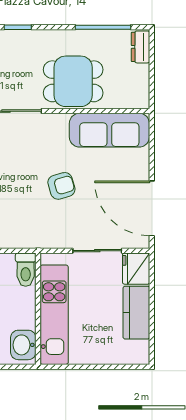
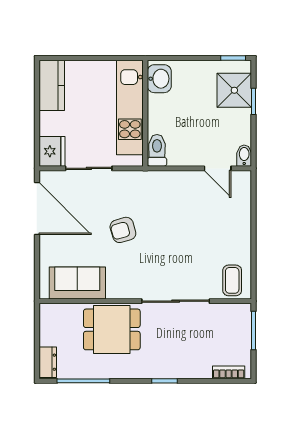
sofa: (109, 130) -> (77, 283), width x0.73
kitchen counter: (136, 313) -> (52, 85), moved

